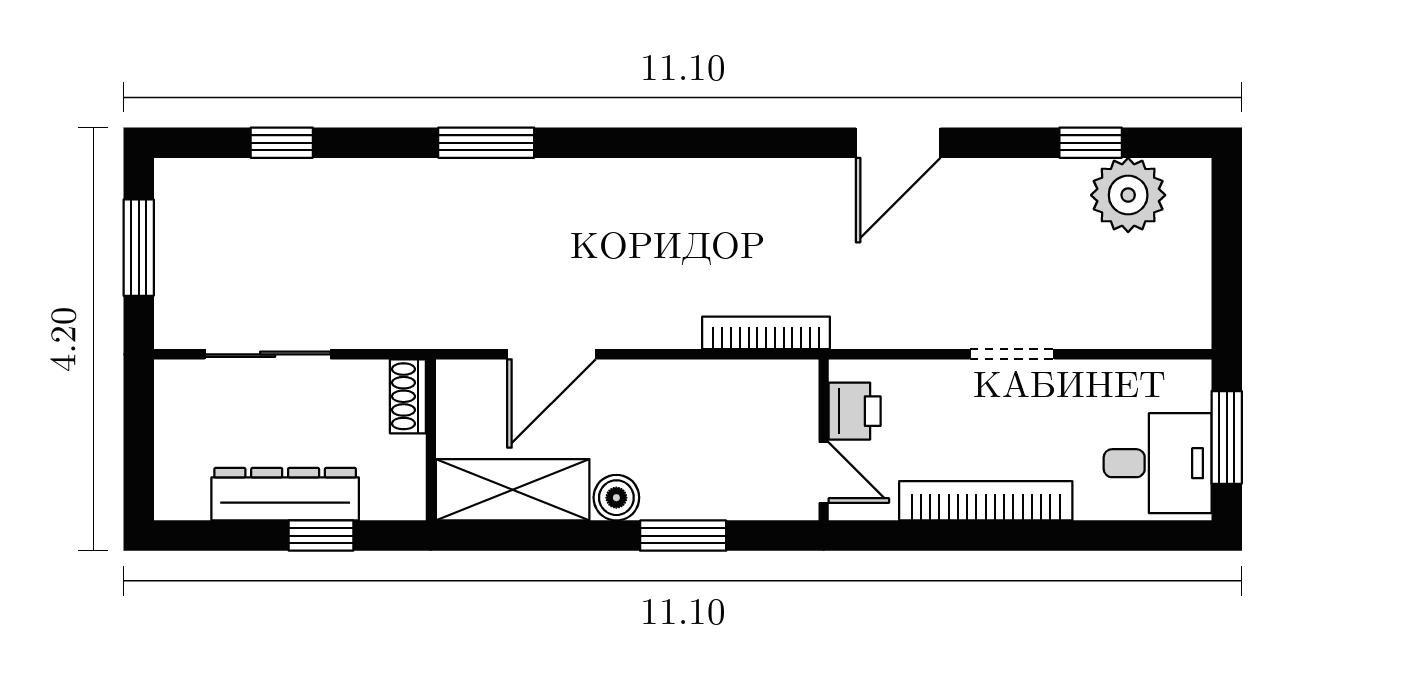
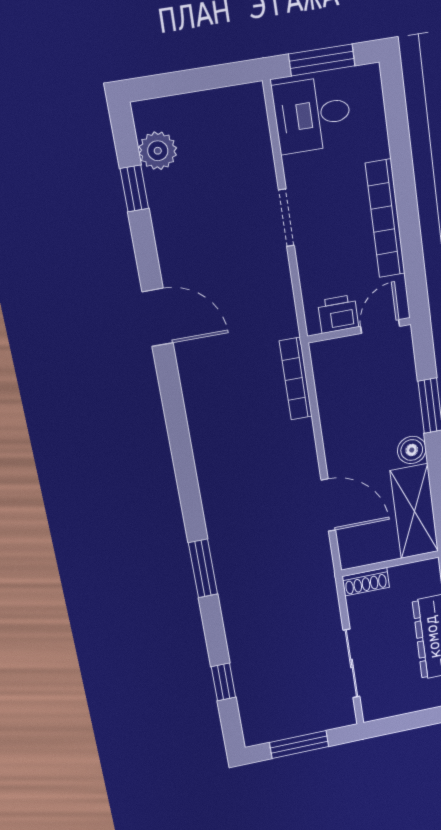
plant: (1128, 195) -> (158, 151), width x0.73, depth x0.73
desk: (1158, 463) -> (312, 115), moved, turned -90

